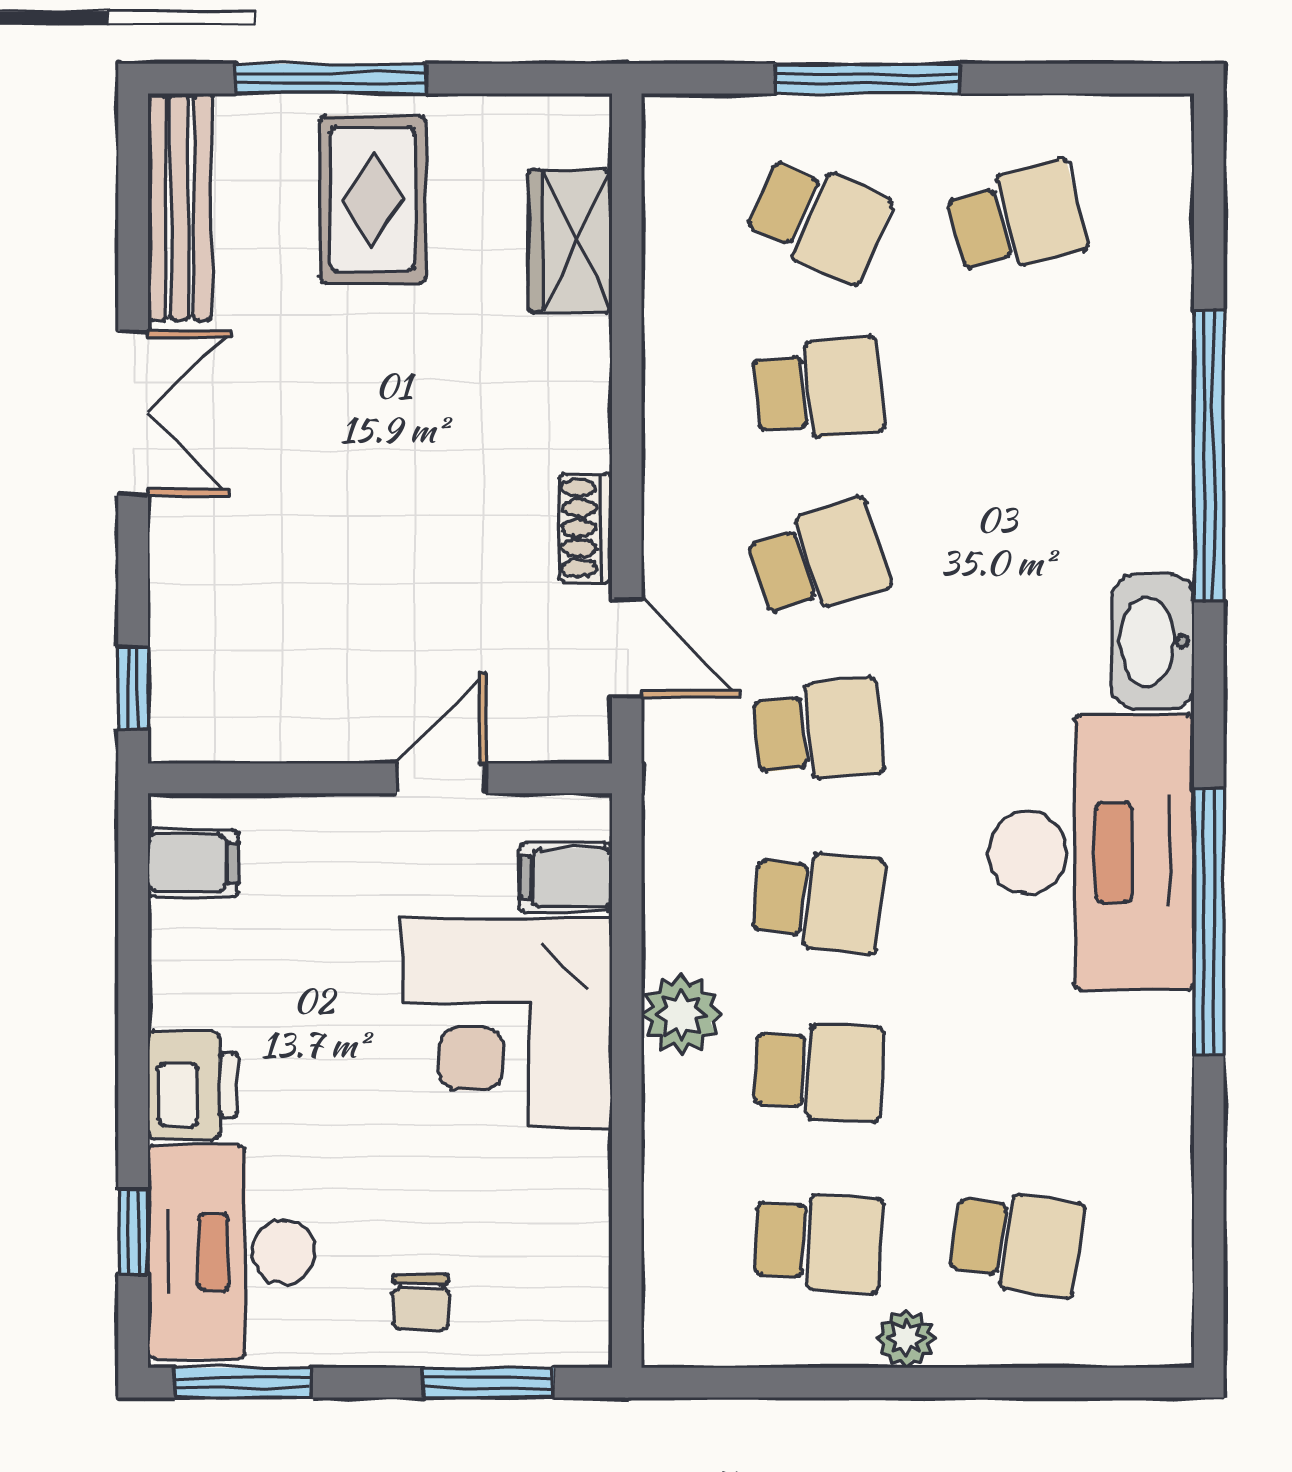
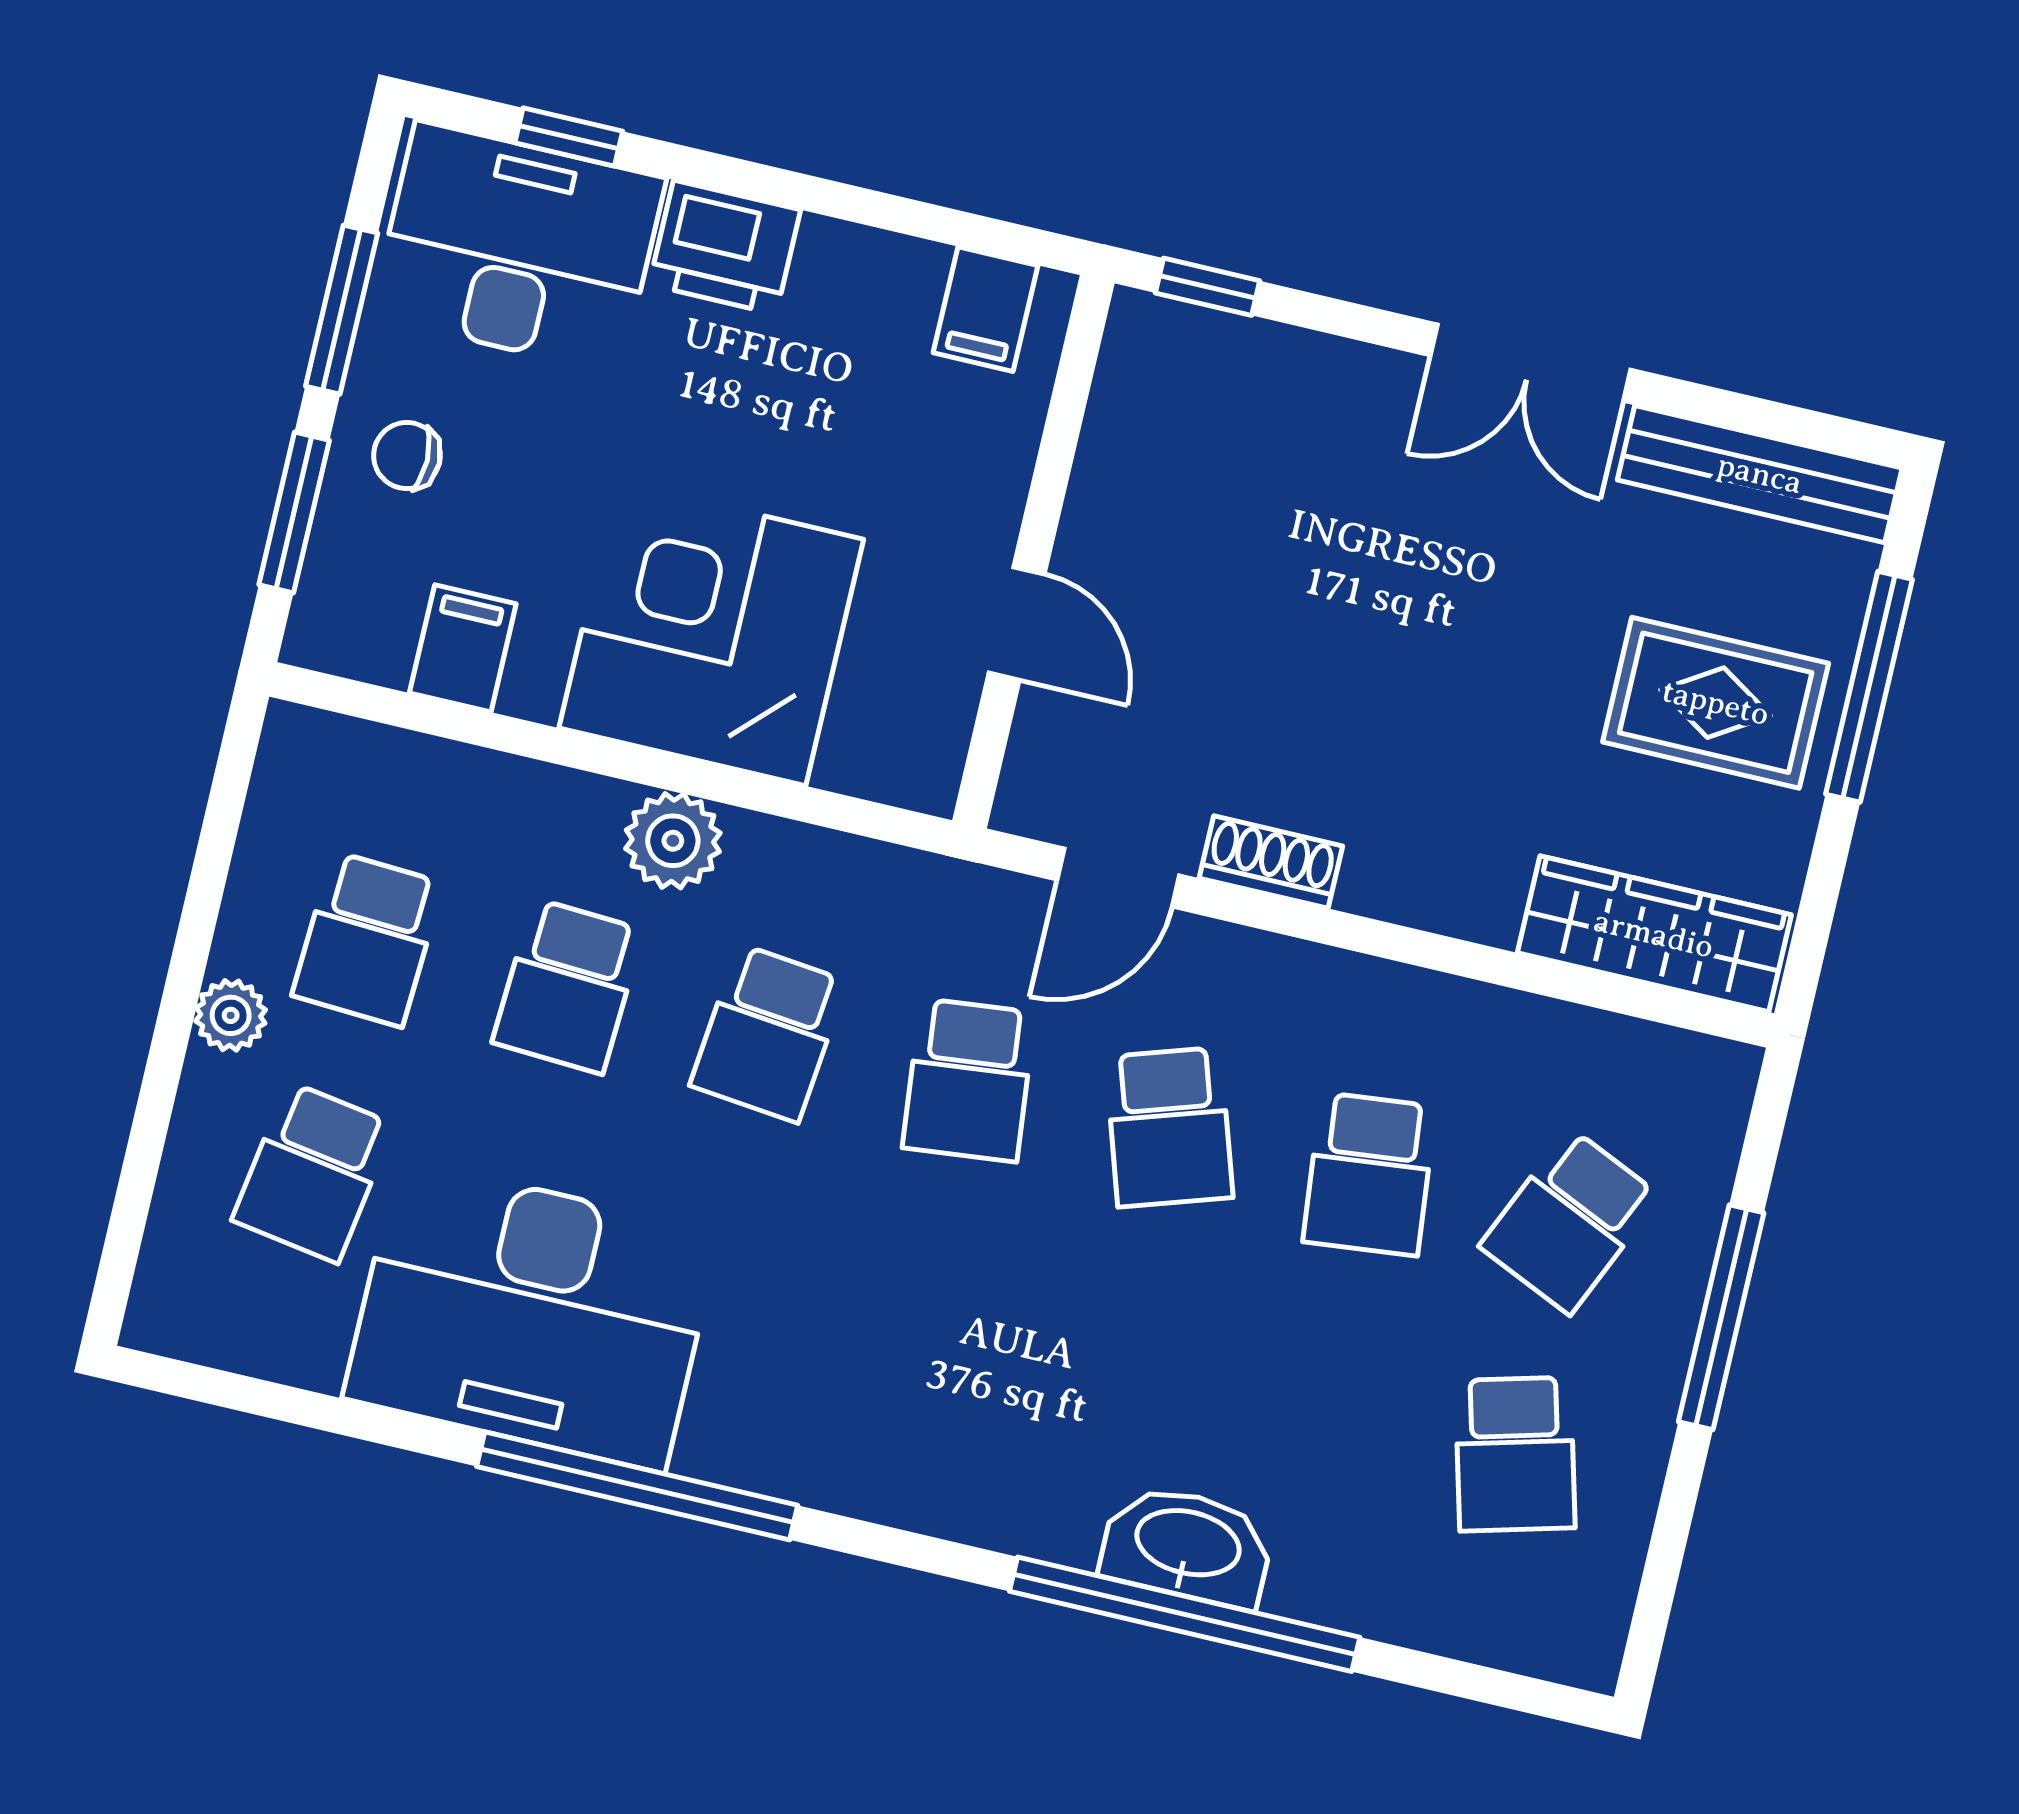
wardrobe: (571, 241) -> (1654, 934), width x1.50
washbasin: (1153, 642) -> (1187, 1546), moved
desk: (1091, 852) -> (532, 1315), moved
filing cabinet: (566, 877) -> (463, 648), moved
window: (243, 1383) -> (342, 310), moved

